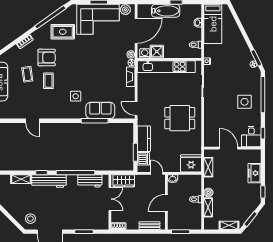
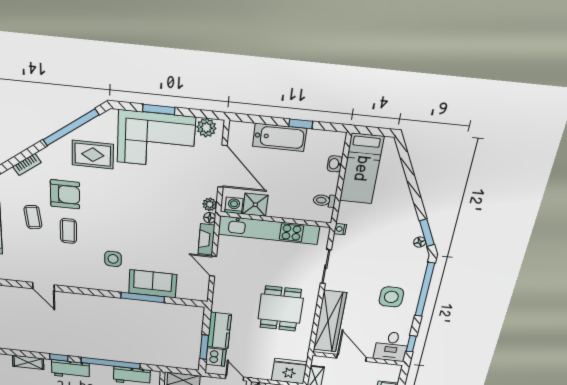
door: (136, 31) -> (223, 166), hinge flipped
door: (136, 109) -> (213, 266), moved
dining table: (180, 118) -> (281, 309), turned 90
wardrobe: (211, 123) -> (330, 321), added
workbench: (49, 181) -> (70, 369), width x0.73

